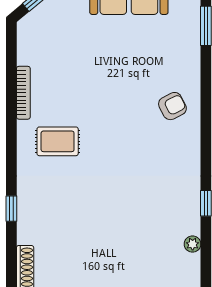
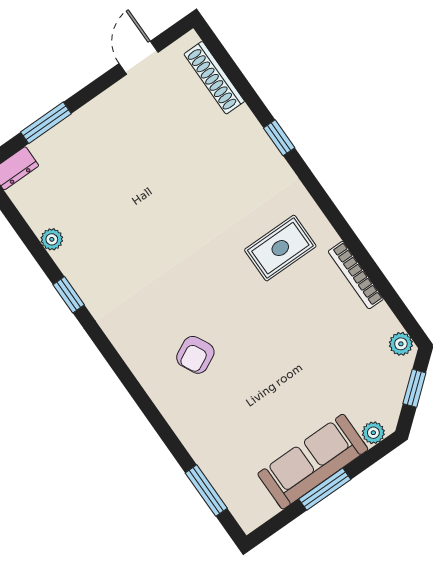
plant: (25, 32) -> (401, 344), added
armchair: (172, 106) -> (195, 355), moved

